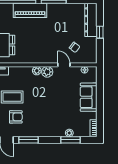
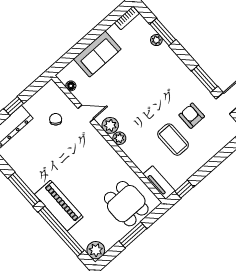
door: (64, 65) -> (86, 114), swing flipped

